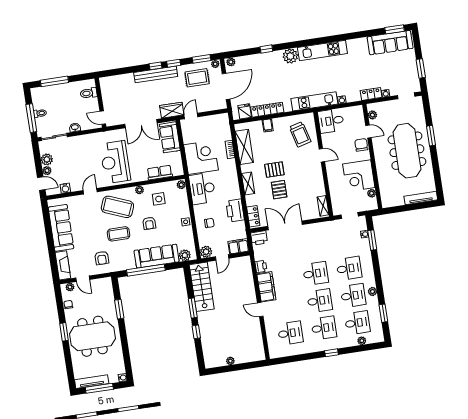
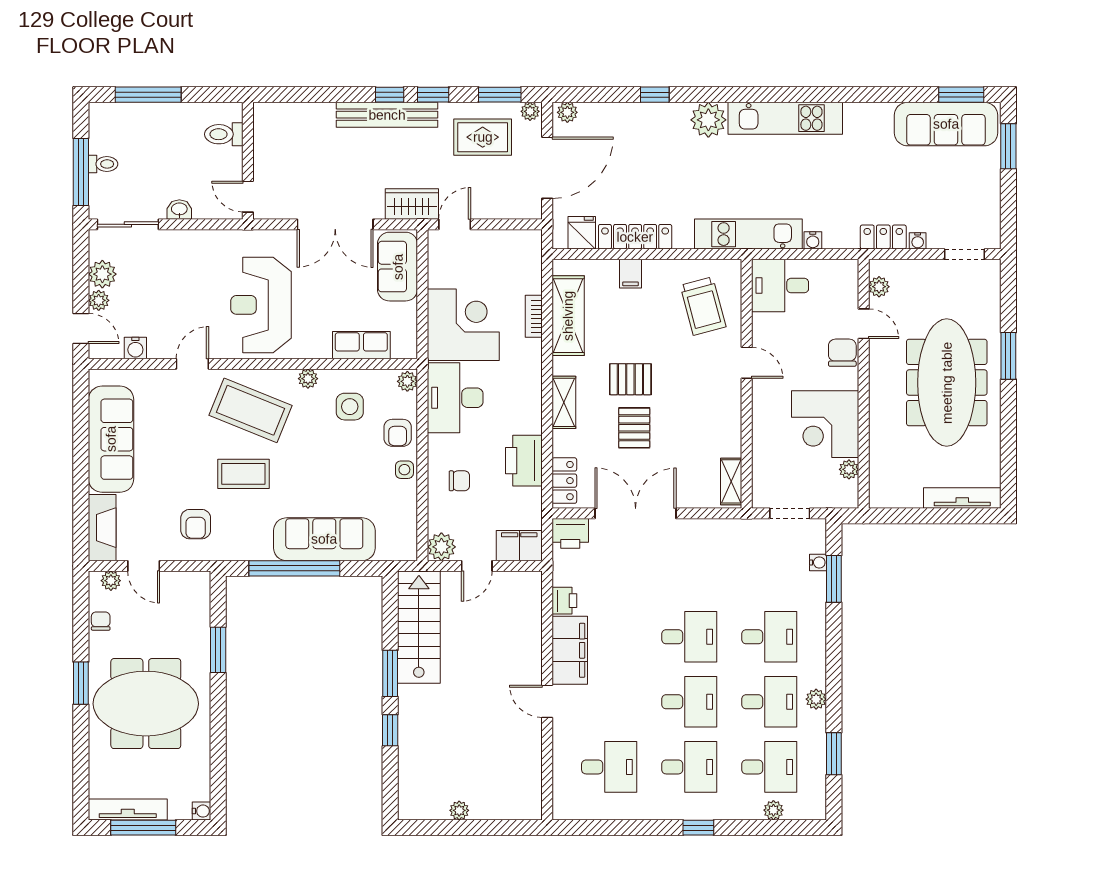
window: (421, 68) -> (1008, 146), moved
armchair: (149, 223) -> (398, 433), moved
plant: (185, 255) -> (391, 547), removed

